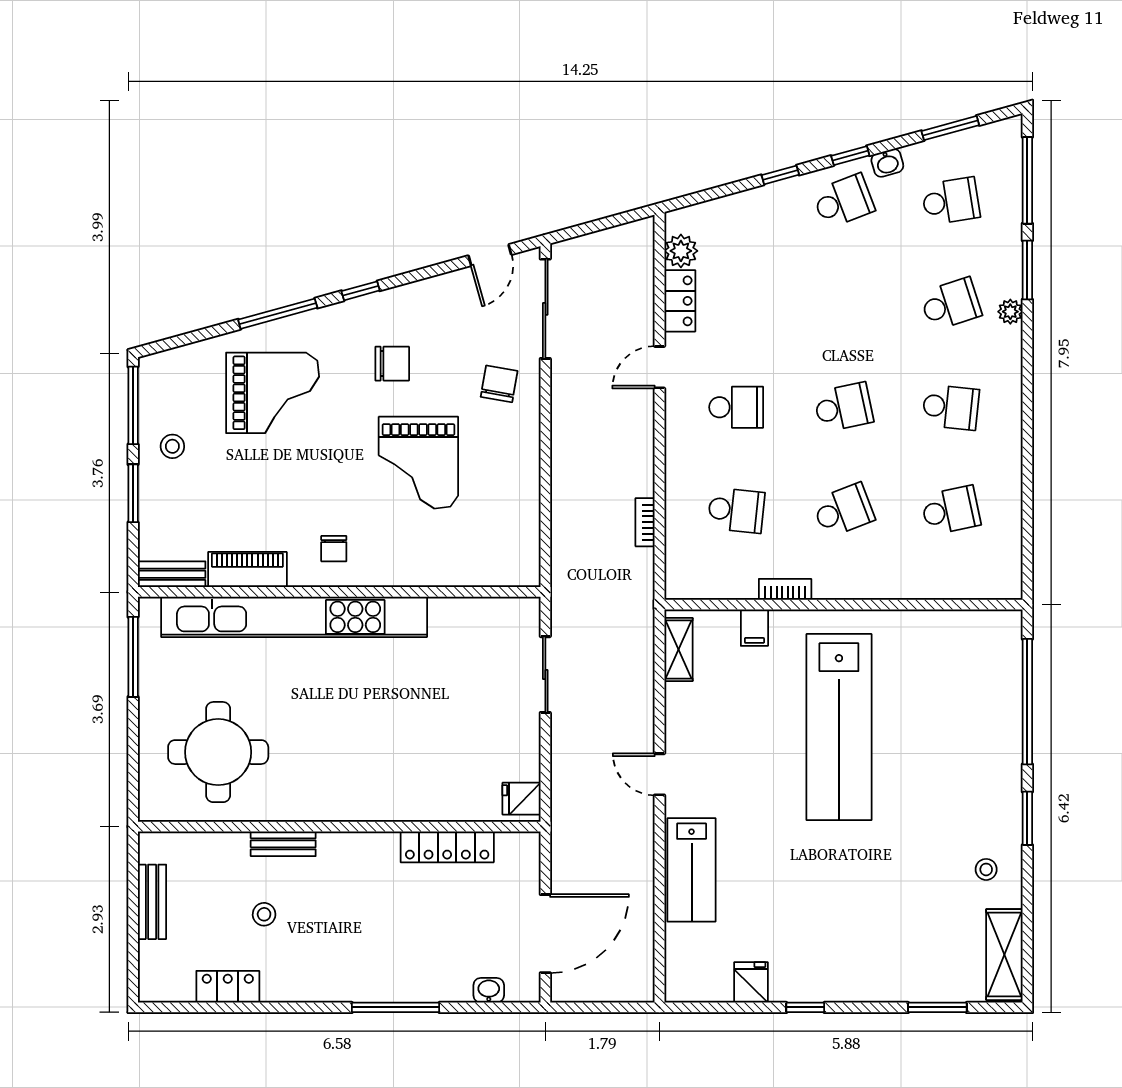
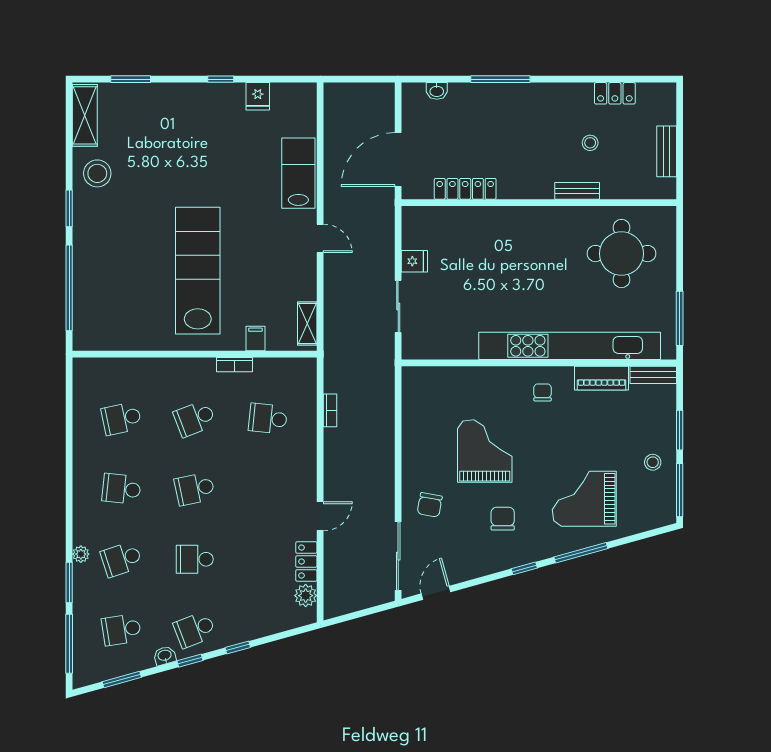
chair: (392, 364) -> (503, 519), turned 90
school desk: (736, 407) -> (195, 559), moved
fridge: (522, 799) -> (414, 261), moved
stool: (986, 869) -> (97, 173), width x1.89, depth x1.89
door: (545, 934) -> (398, 160), moved

